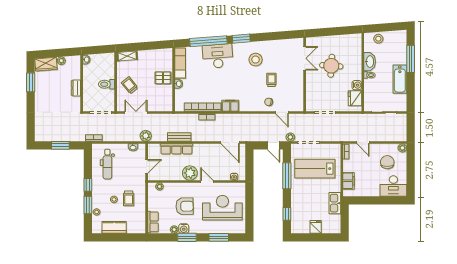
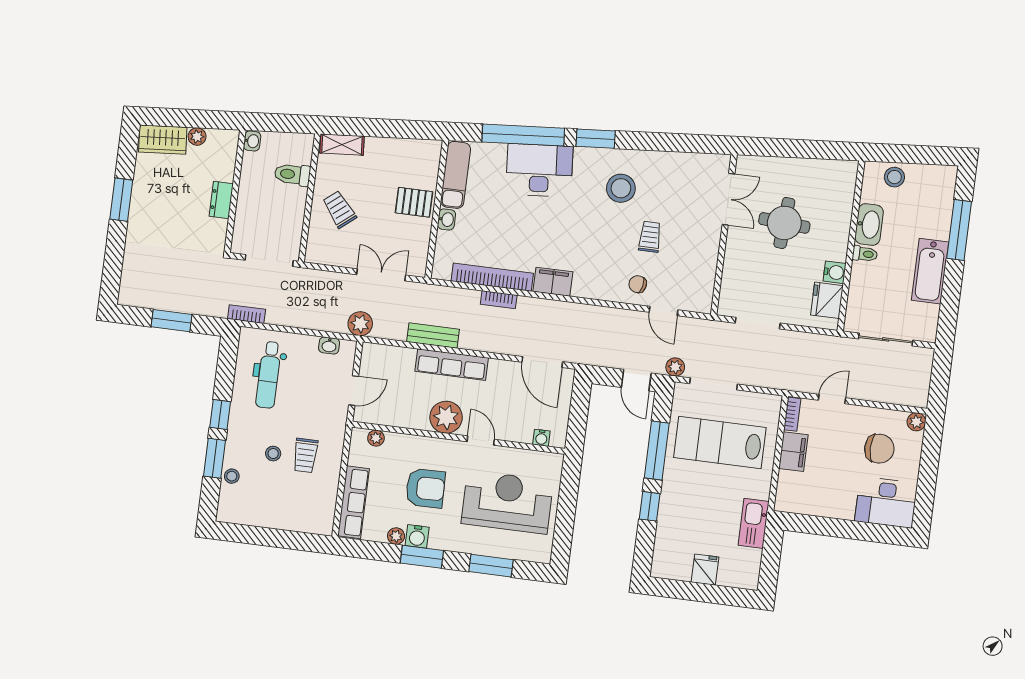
window: (31, 82) -> (121, 200), moved
toilet: (106, 84) -> (292, 174), moved
double door: (136, 112) -> (381, 275), moved
door: (363, 143) -> (832, 399), swing flipped
row of seats: (176, 149) -> (452, 365), moved
chair: (387, 162) -> (879, 449), turned 90
filing cabinet: (349, 181) -> (793, 452), moved
window: (287, 214) -> (650, 506), moved
row of seats: (153, 222) -> (353, 502), width x1.48
kitchen counter: (114, 227) -> (266, 515), removed

